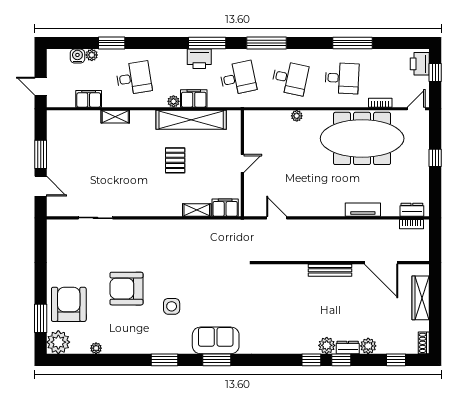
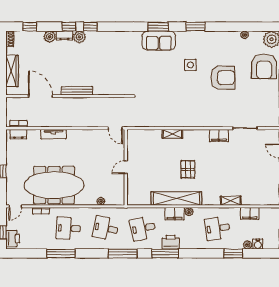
door: (242, 163) -> (126, 167), moved
wall: (242, 163) -> (126, 167), moved
filing cabinet: (225, 208) -> (219, 136), moved

